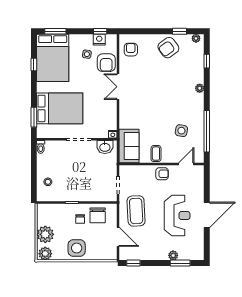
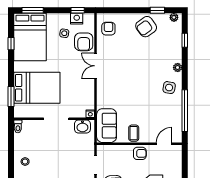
side table: (181, 131) -> (169, 88), moved

